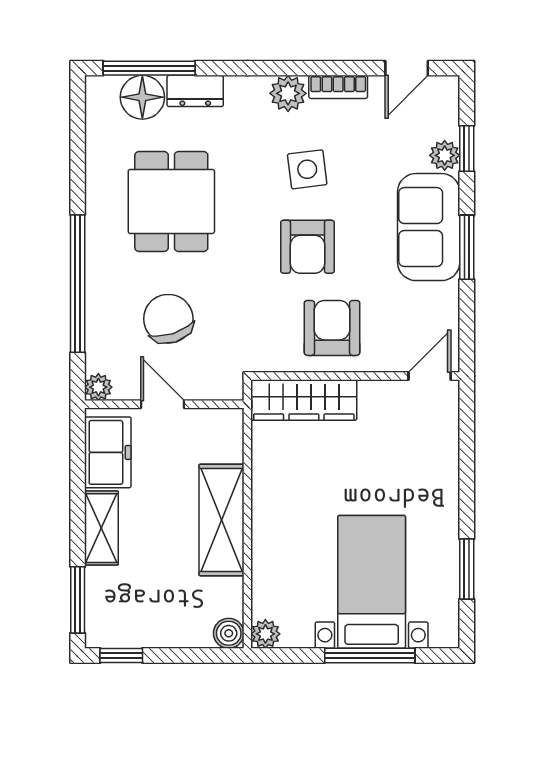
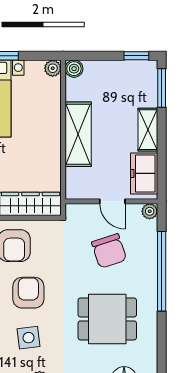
dining table: (171, 201) -> (107, 319), turned 90

